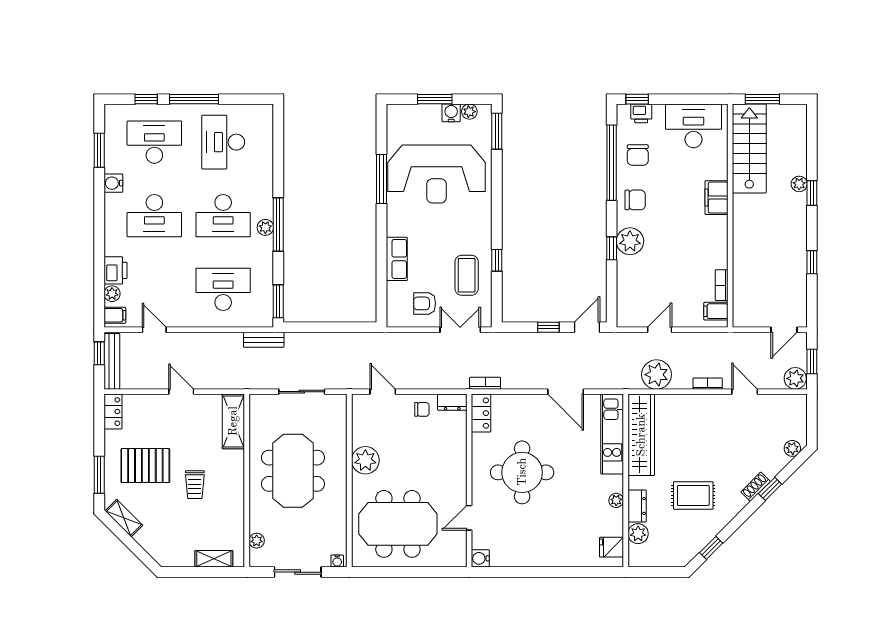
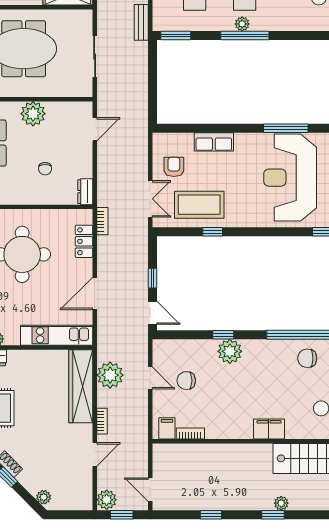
chair: (635, 200) -> (186, 381), moved, turned 90
coffee table: (467, 275) -> (199, 205), width x1.36, depth x1.32
chair: (422, 409) -> (45, 169), moved
locker: (481, 413) -> (84, 241), moved, turned 90
wardrobe: (641, 435) -> (81, 386), moved, turned 90

